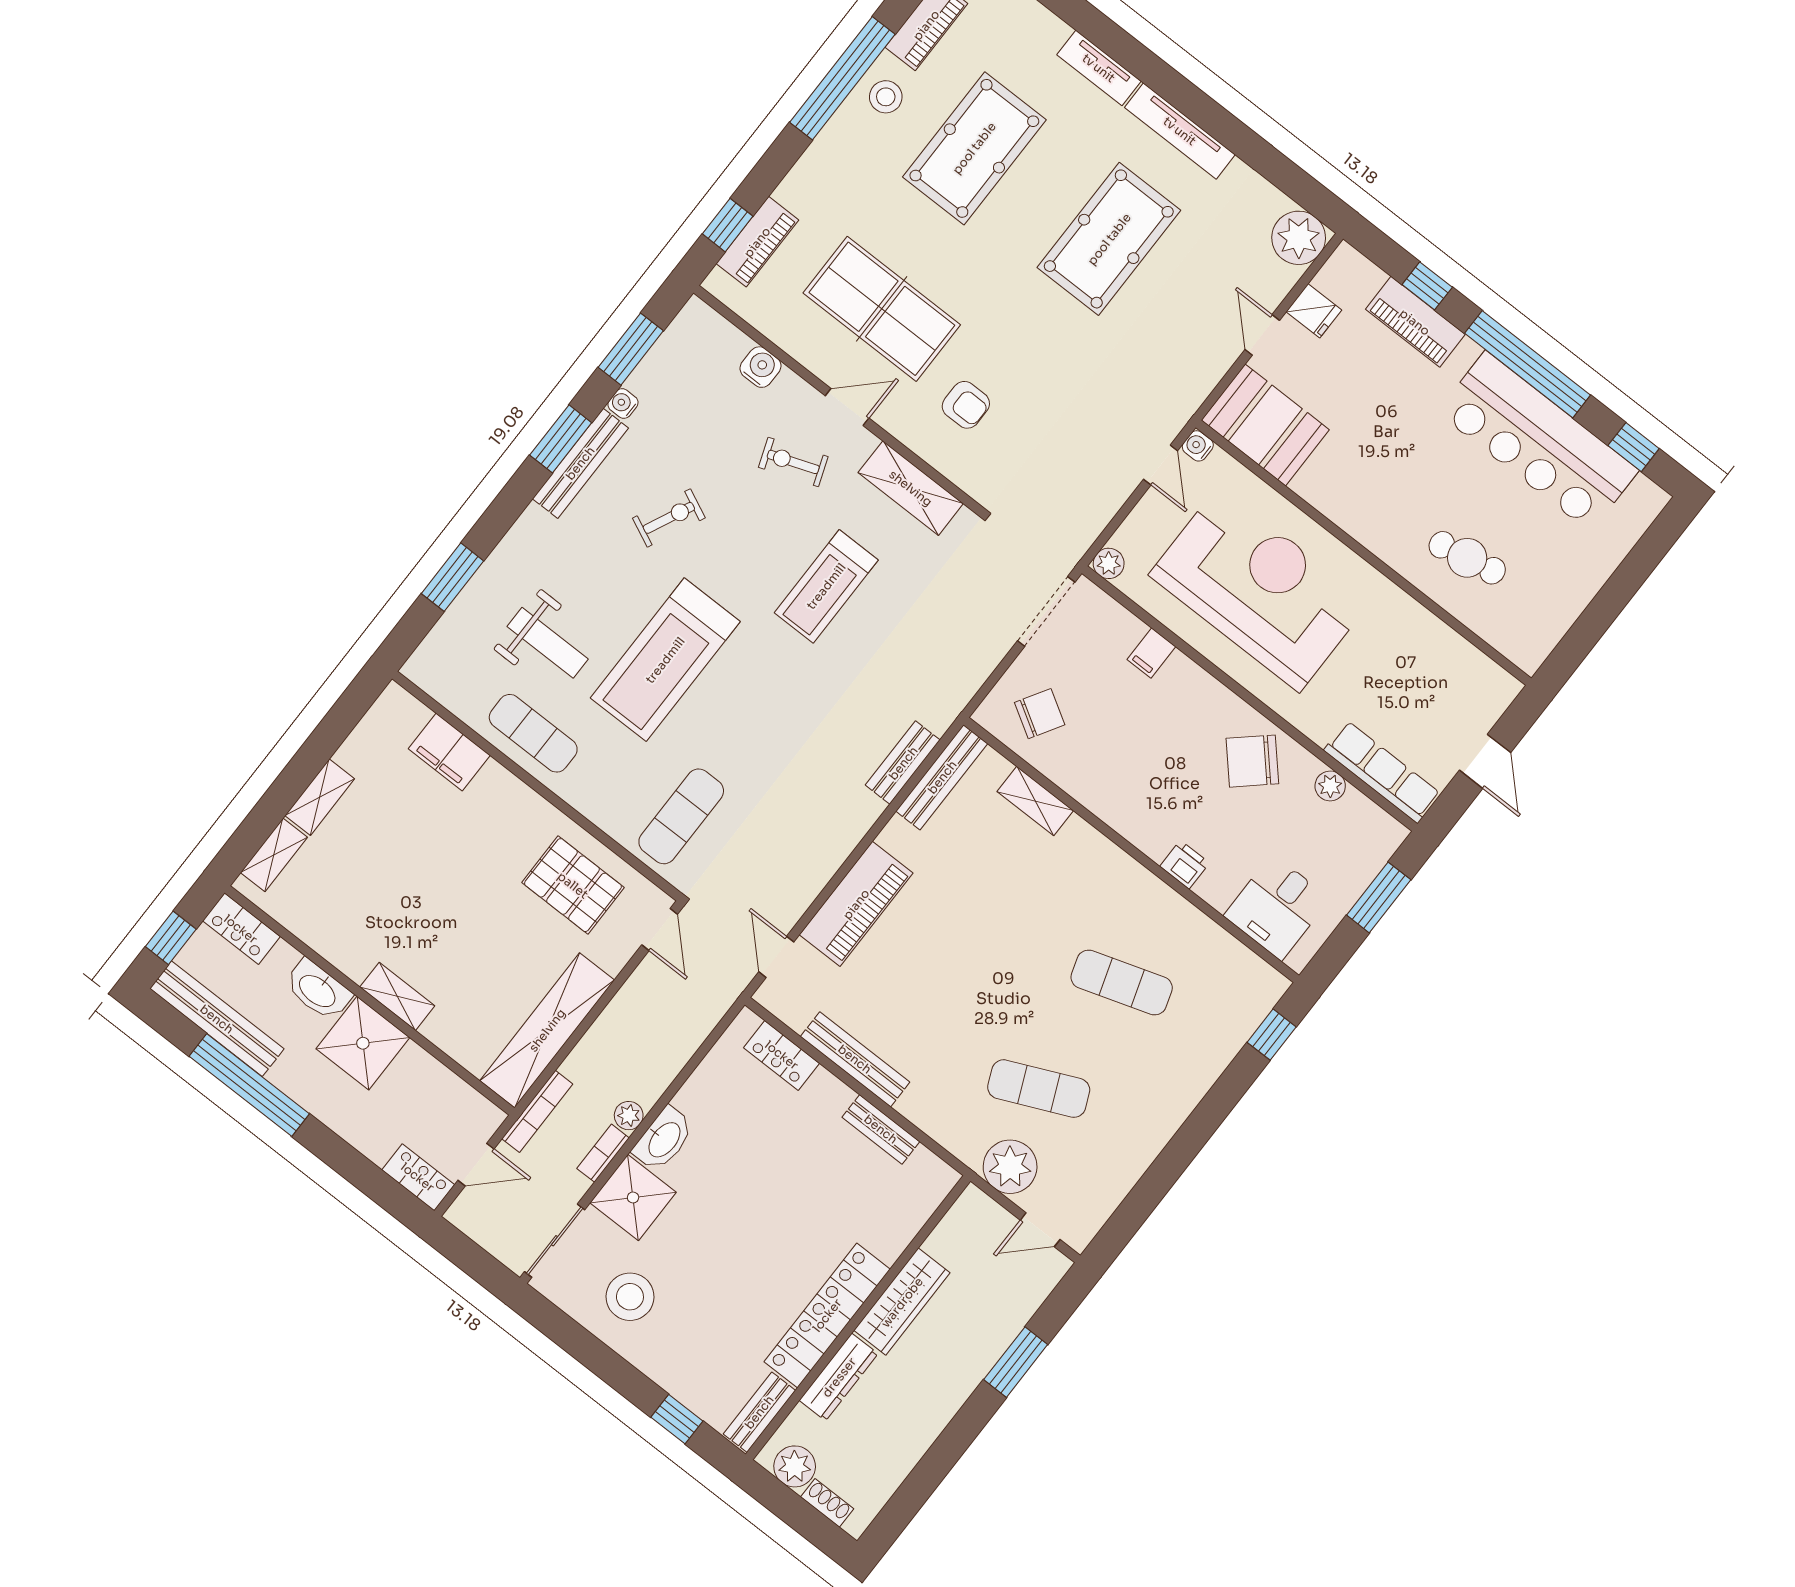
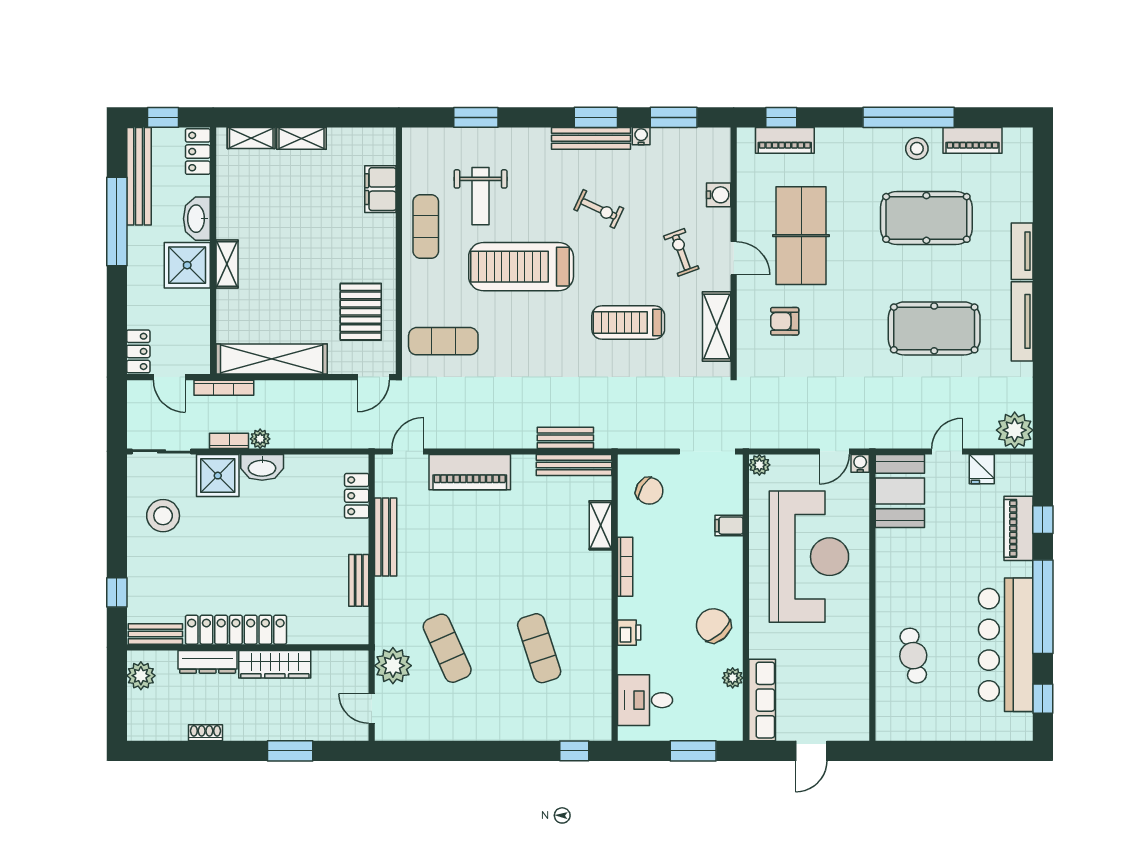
armchair: (966, 405) -> (785, 321), turned 90
bookcase: (1105, 810) -> (625, 567), added
shoe rack: (827, 1503) -> (206, 733), moved, turned -90

